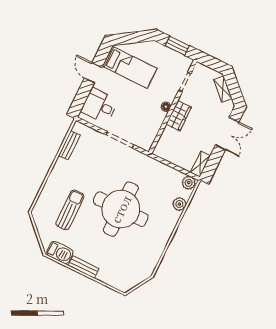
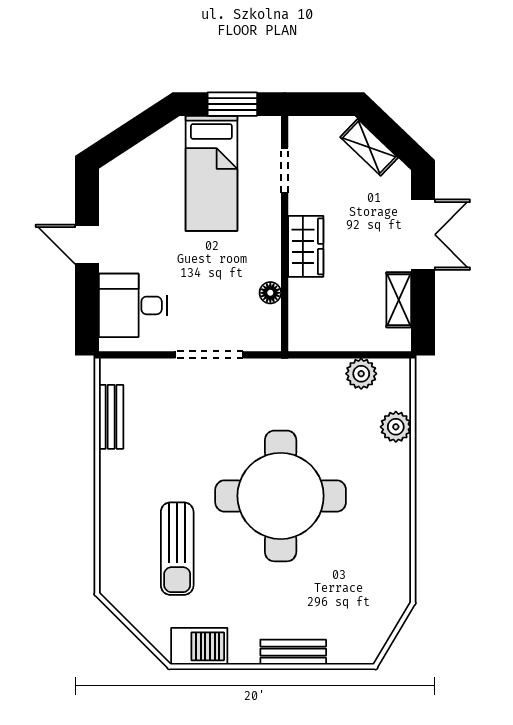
bed: (130, 67) -> (211, 173), moved, turned 90
floor lamp: (166, 107) -> (270, 293), moved
shelving: (200, 164) -> (399, 300), moved
plant: (189, 183) -> (361, 374), moved
sun lounger: (70, 210) -> (177, 549), turned 180
bench: (84, 267) -> (293, 652), moved

